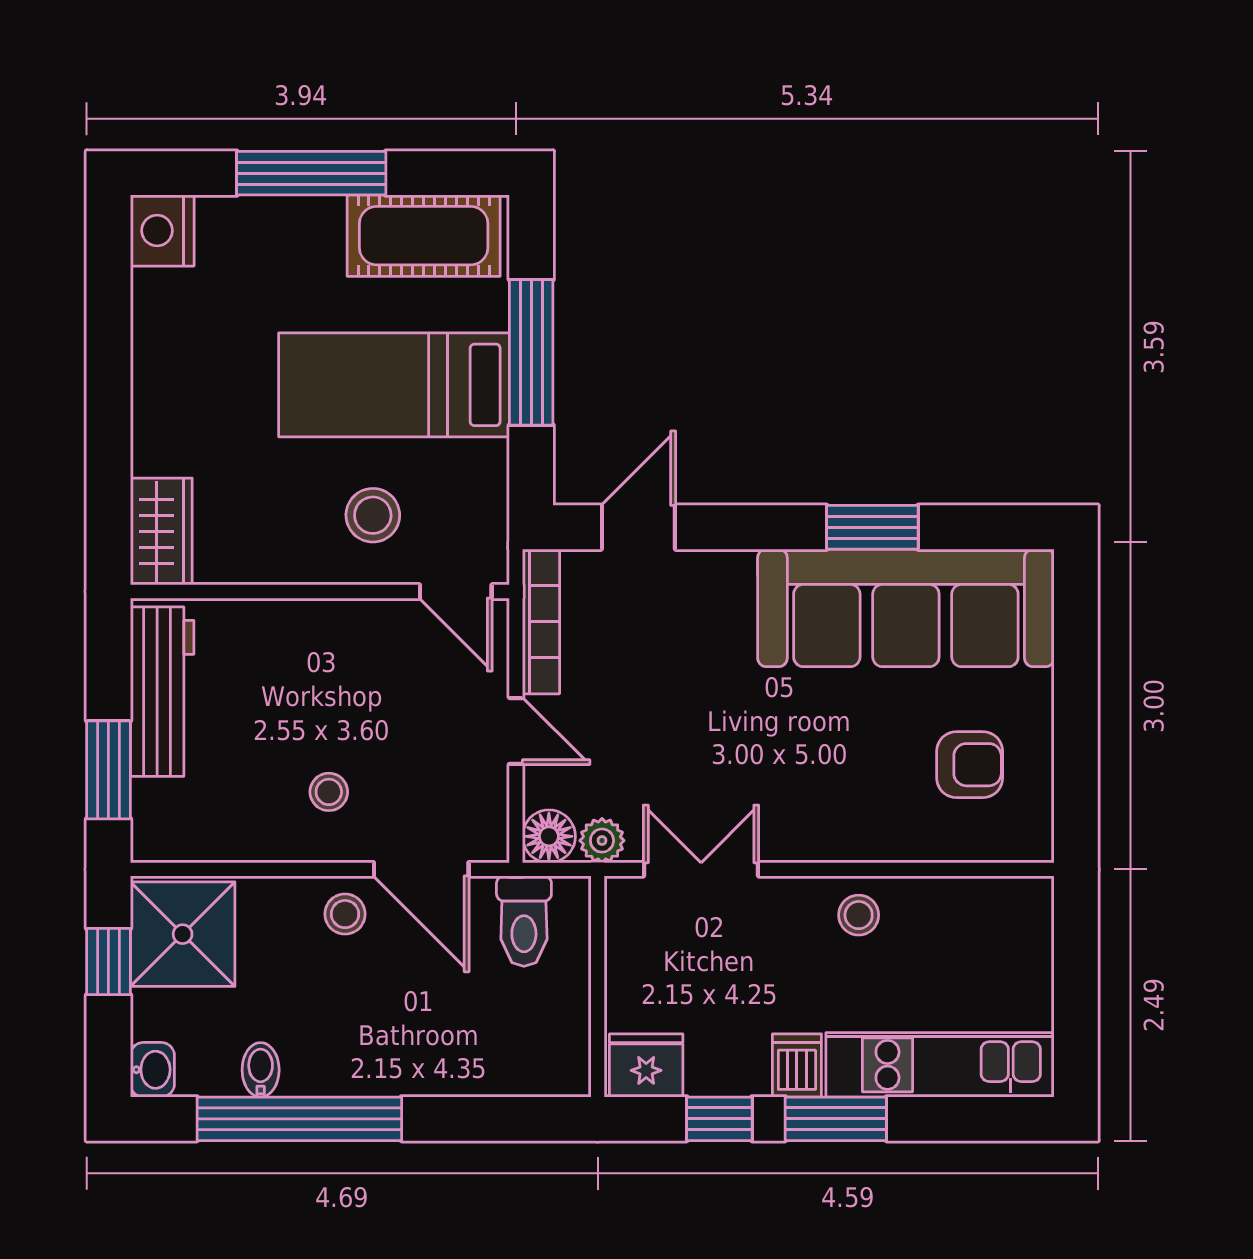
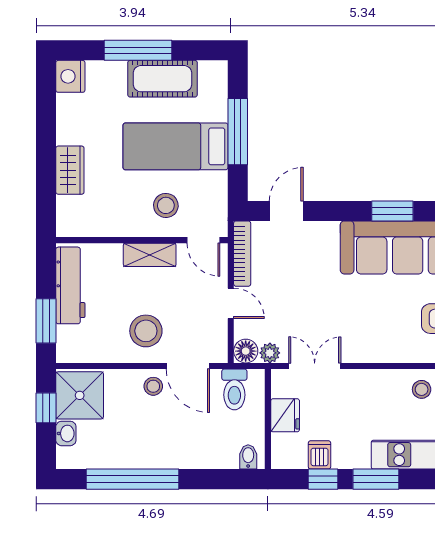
cot: (424, 236) -> (162, 79), moved
wardrobe: (161, 532) -> (70, 170), moved
shelving: (337, 624) -> (150, 255), added
stool: (329, 792) -> (146, 331), width x1.89, depth x1.89
stool: (859, 915) -> (422, 389), moved
fridge: (646, 1065) -> (285, 415), moved, turned 90
dishwasher: (797, 1065) -> (320, 455), moved
washbasin: (152, 1070) -> (66, 433), moved
bidet: (261, 1070) -> (248, 457), moved

